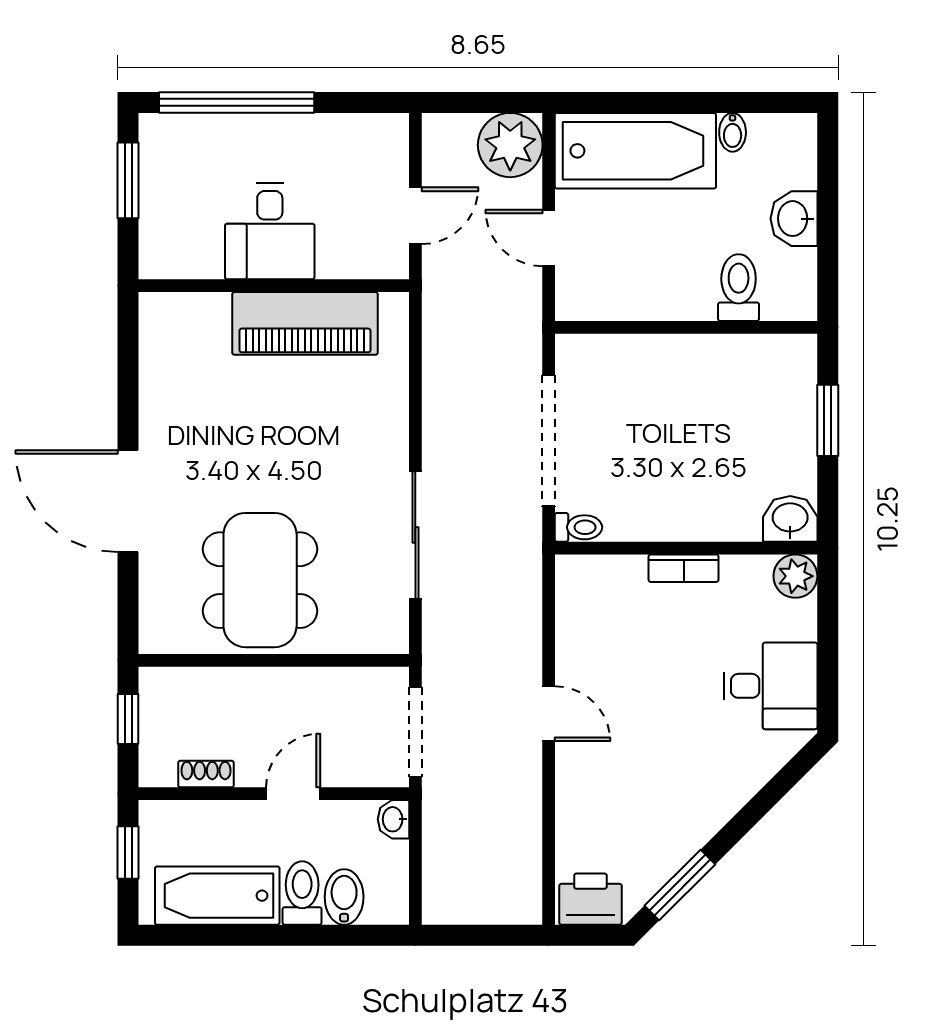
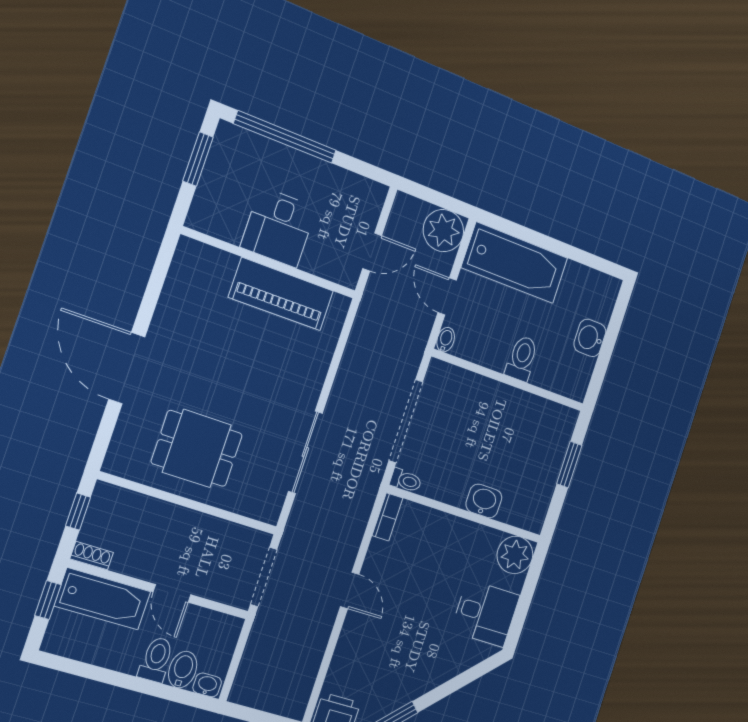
bidet: (733, 132) -> (446, 340), moved, turned 180
toilet: (739, 288) -> (522, 358), moved
washbasin: (790, 519) -> (484, 501), moved
bookcase: (684, 568) -> (387, 517), moved, turned -90
plant: (795, 576) -> (515, 555), width x1.36, depth x1.36
dining table: (260, 580) -> (197, 448), width x0.73
shoe rack: (206, 774) -> (92, 556), moved
door: (293, 794) -> (172, 593), swing flipped
washbasin: (394, 819) -> (207, 685), moved, turned 90
bathtub: (217, 896) -> (103, 599), moved, turned 180

